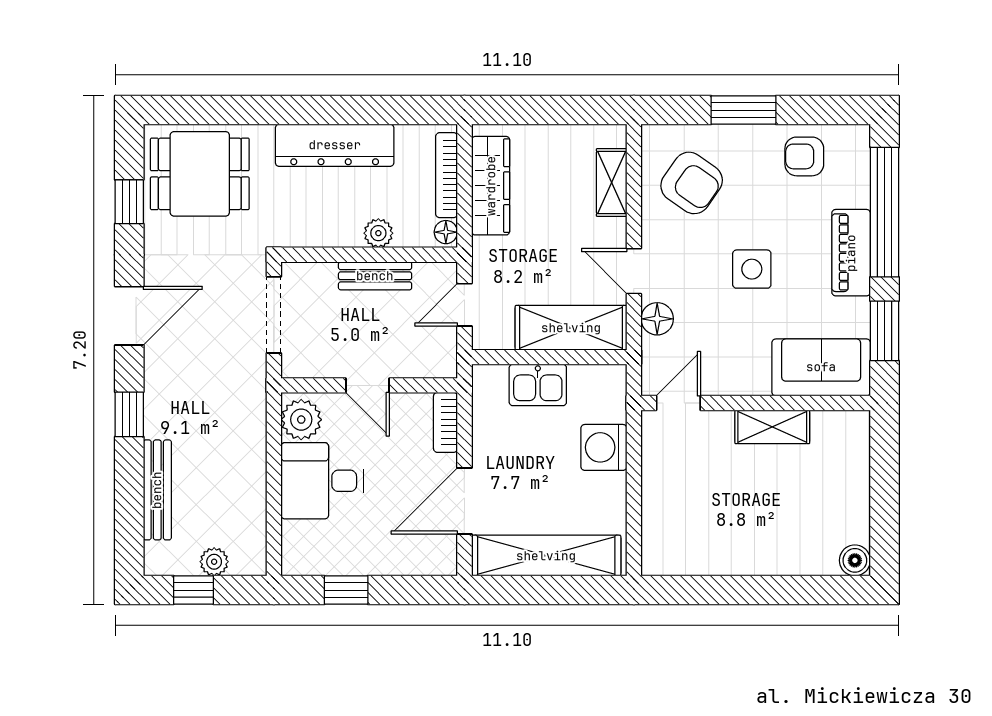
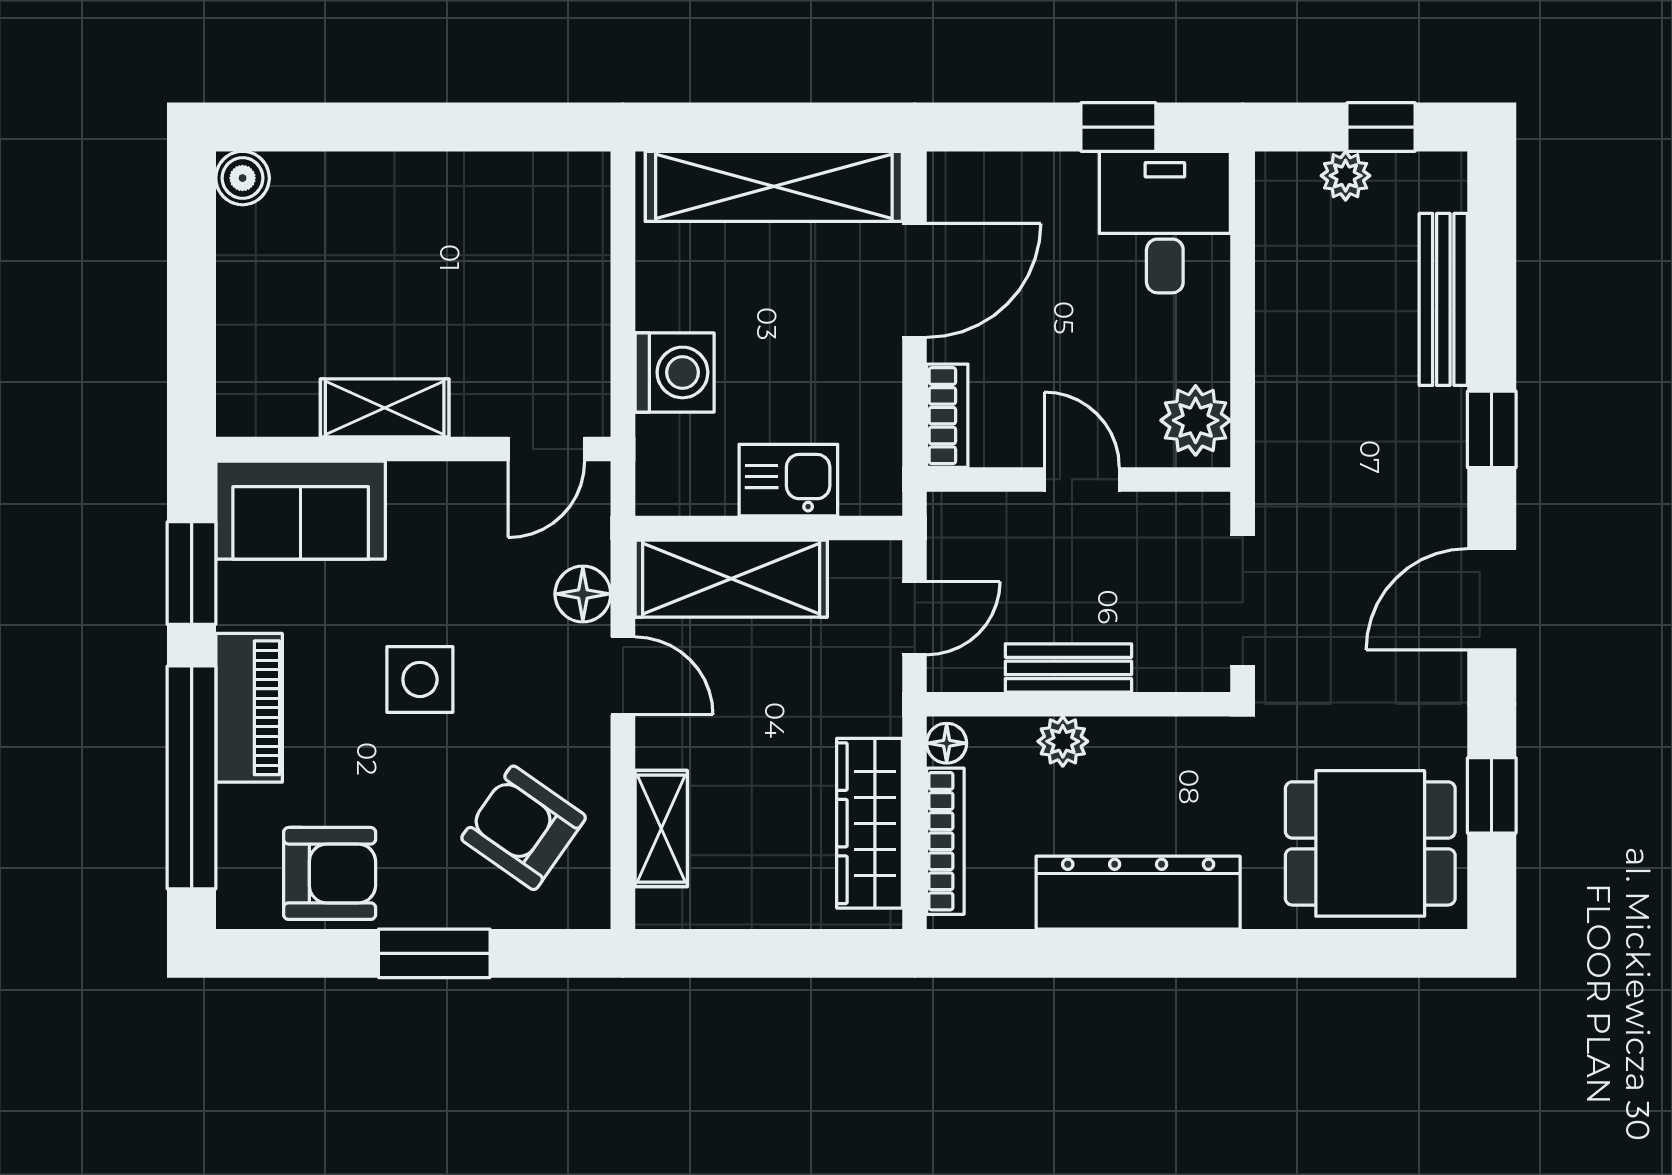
armchair: (804, 156) -> (330, 873), width x1.38, depth x1.38
desk: (322, 481) -> (1165, 222), moved, turned -90

